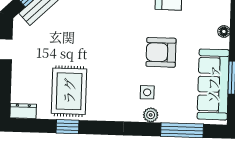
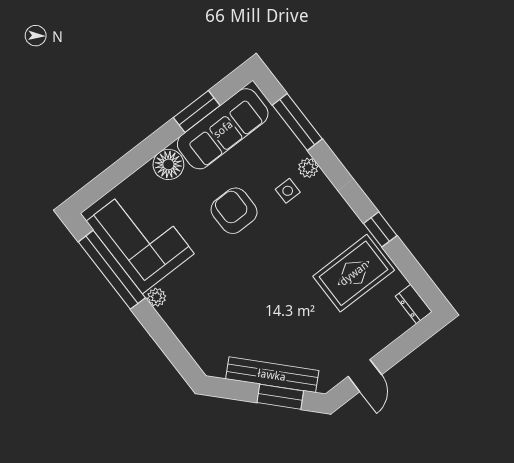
floor lamp: (224, 31) -> (168, 164), width x1.89, depth x1.89
armchair: (161, 52) -> (234, 211), turned 180
window: (67, 127) -> (380, 229), moved

